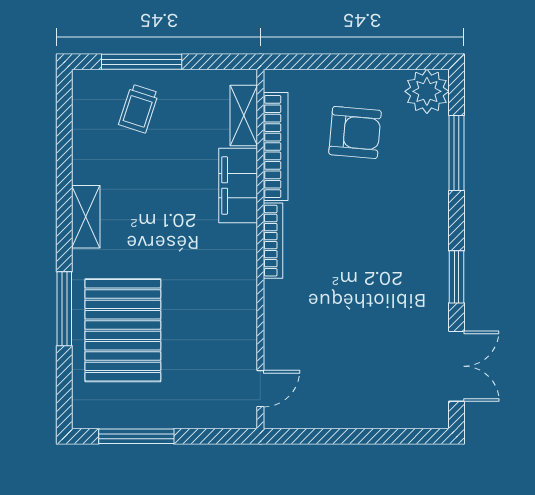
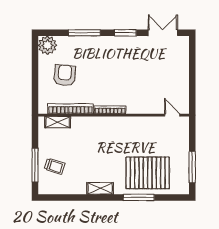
window: (456, 153) -> (84, 33), moved
filing cabinet: (238, 185) -> (87, 124), removed

